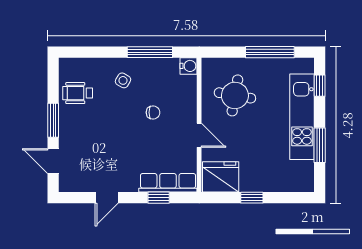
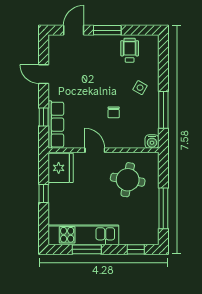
kitchen unit: (302, 117) -> (83, 235), moved
door: (199, 135) -> (95, 150), swing flipped

